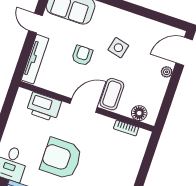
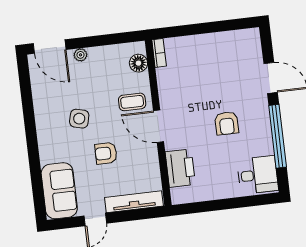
coffee table: (112, 94) -> (132, 102), width x0.73, depth x0.77
bookcase: (126, 128) -> (159, 53), moved
armchair: (61, 158) -> (227, 123), width x0.53, depth x0.53

